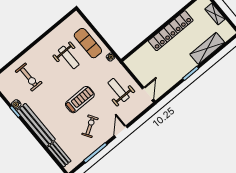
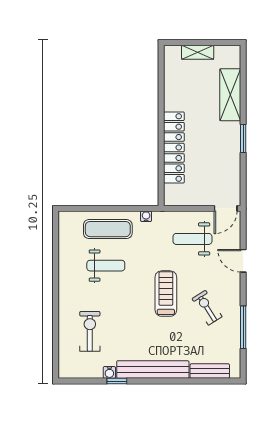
locker: (171, 31) -> (174, 148), moved
exercise bike: (29, 77) -> (90, 331), turned -90
door: (148, 94) -> (226, 208), swing flipped
door: (121, 132) -> (243, 261), moved

